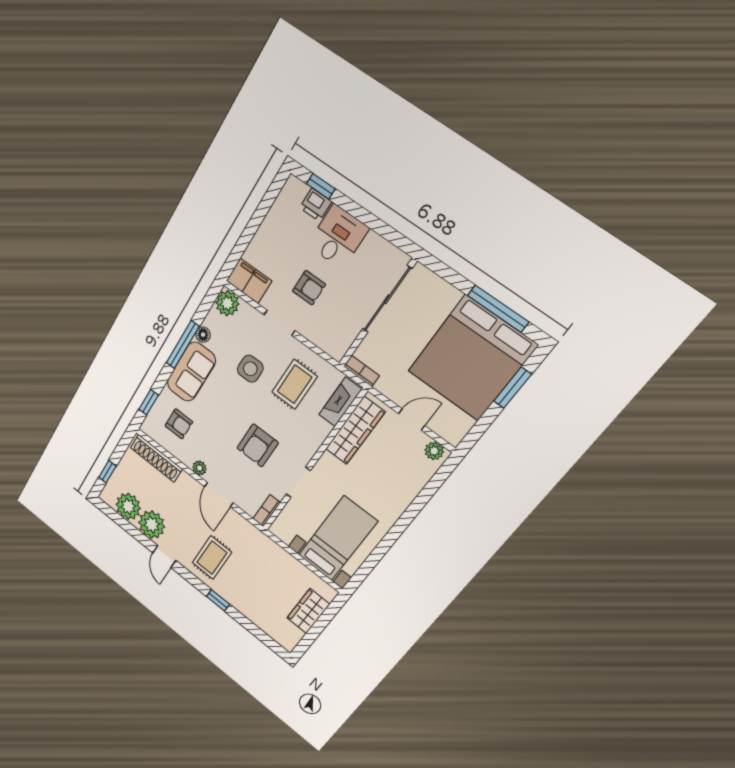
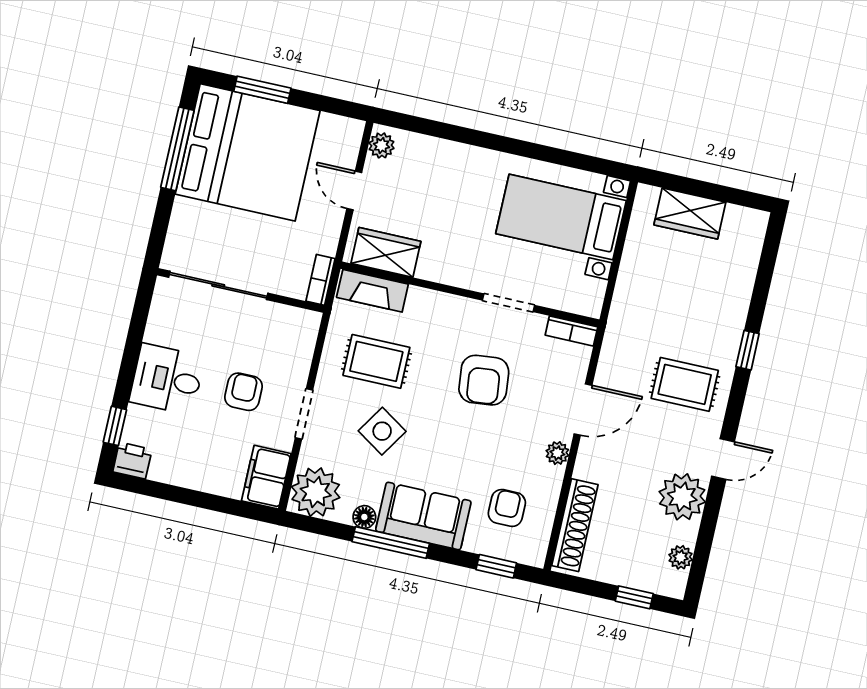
printer: (316, 205) -> (132, 461), moved, turned -90
plant: (227, 303) -> (316, 492), width x1.36, depth x1.36
side table: (250, 369) -> (382, 431), turned 33
wardrobe: (355, 430) -> (386, 252), width x0.67
armchair: (258, 445) -> (484, 380), turned 84
plant: (128, 506) -> (681, 557), width x0.53, depth x0.53

